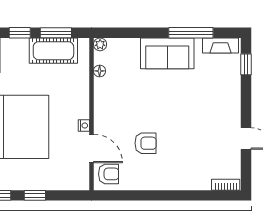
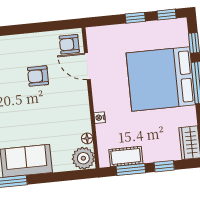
plant: (100, 44) -> (83, 158), width x1.87, depth x1.87
cot: (53, 51) -> (126, 156), width x0.73, depth x0.75
nightstand: (84, 126) -> (100, 118), moved

